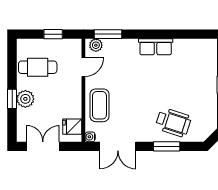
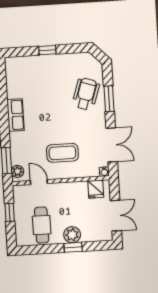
coffee table: (99, 105) -> (62, 153), moved
double door: (43, 146) -> (116, 216), swing flipped

